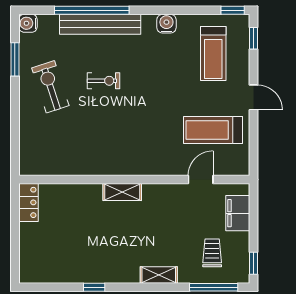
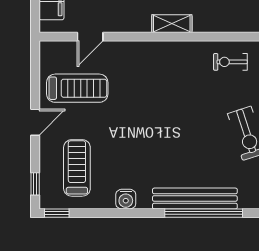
exercise bike: (103, 81) -> (230, 62), moved
door: (253, 97) -> (35, 122), swing flipped

